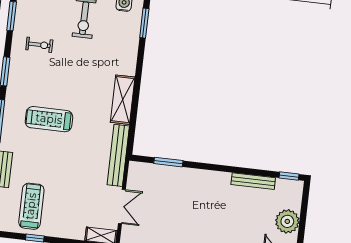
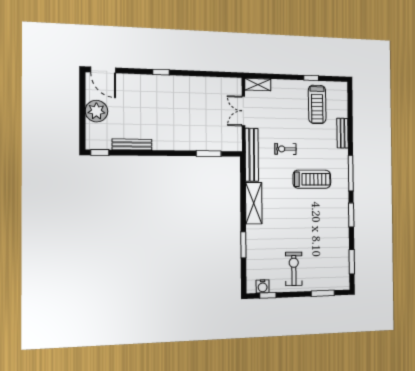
window: (144, 23) -> (243, 245), moved
exercise bike: (39, 45) -> (285, 149), moved

